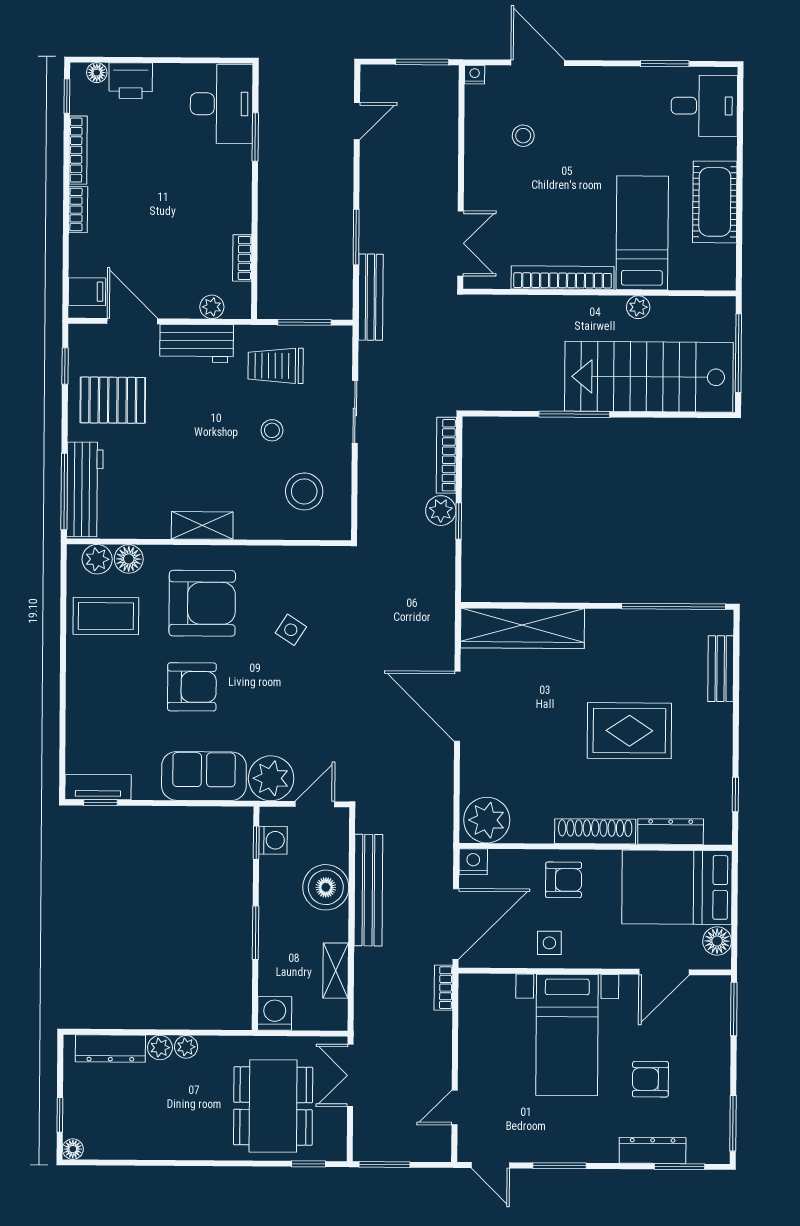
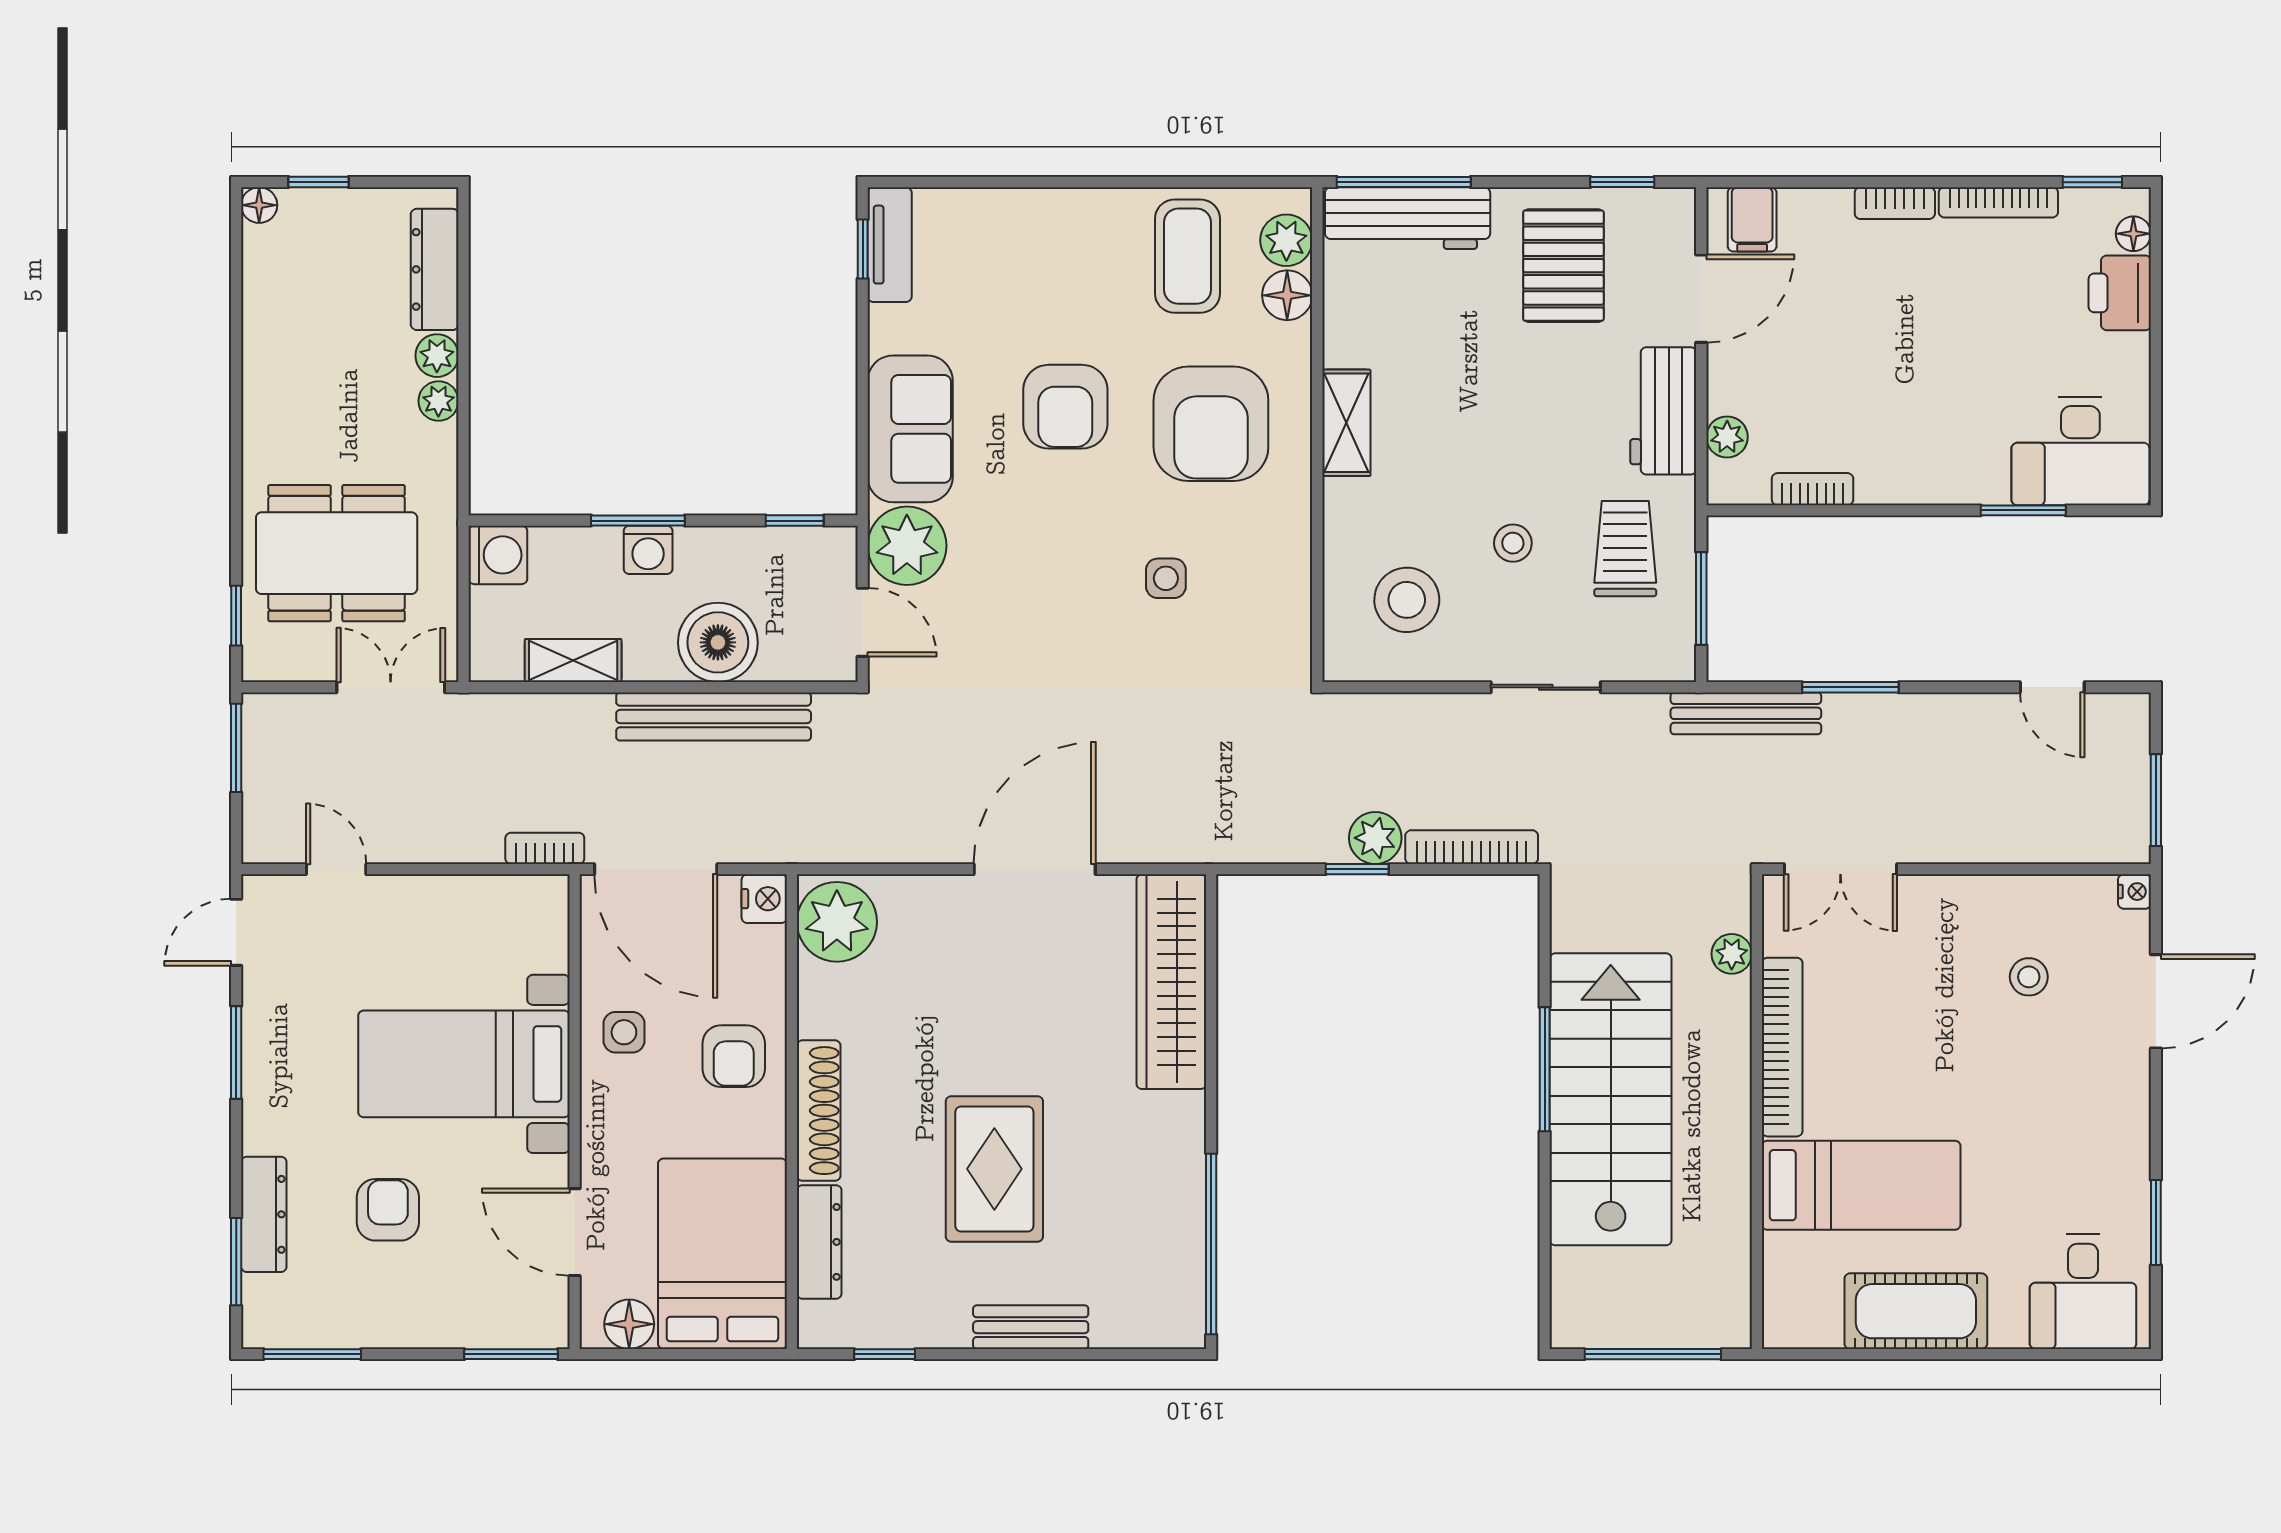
plant: (638, 307) -> (1732, 954), moved
stairs: (649, 377) -> (1611, 1099), moved
side table: (291, 630) -> (1166, 578), turned -33
bench: (721, 669) -> (1031, 1327), moved
washing machine: (273, 840) -> (648, 550), moved

